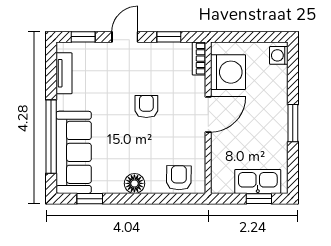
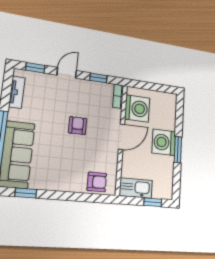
washing machine: (279, 55) -> (164, 142), moved, width x1.89, depth x1.89
armchair: (179, 178) -> (97, 182), turned 89
kitchen sink: (258, 181) -> (136, 188), moved
floor lamp: (134, 183) -> (63, 184), removed

